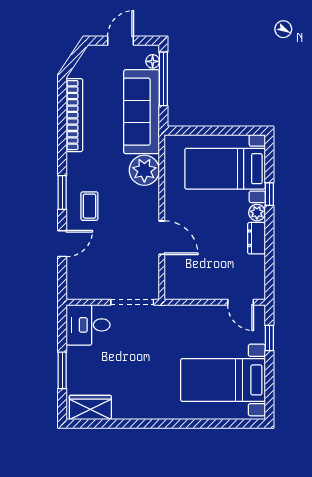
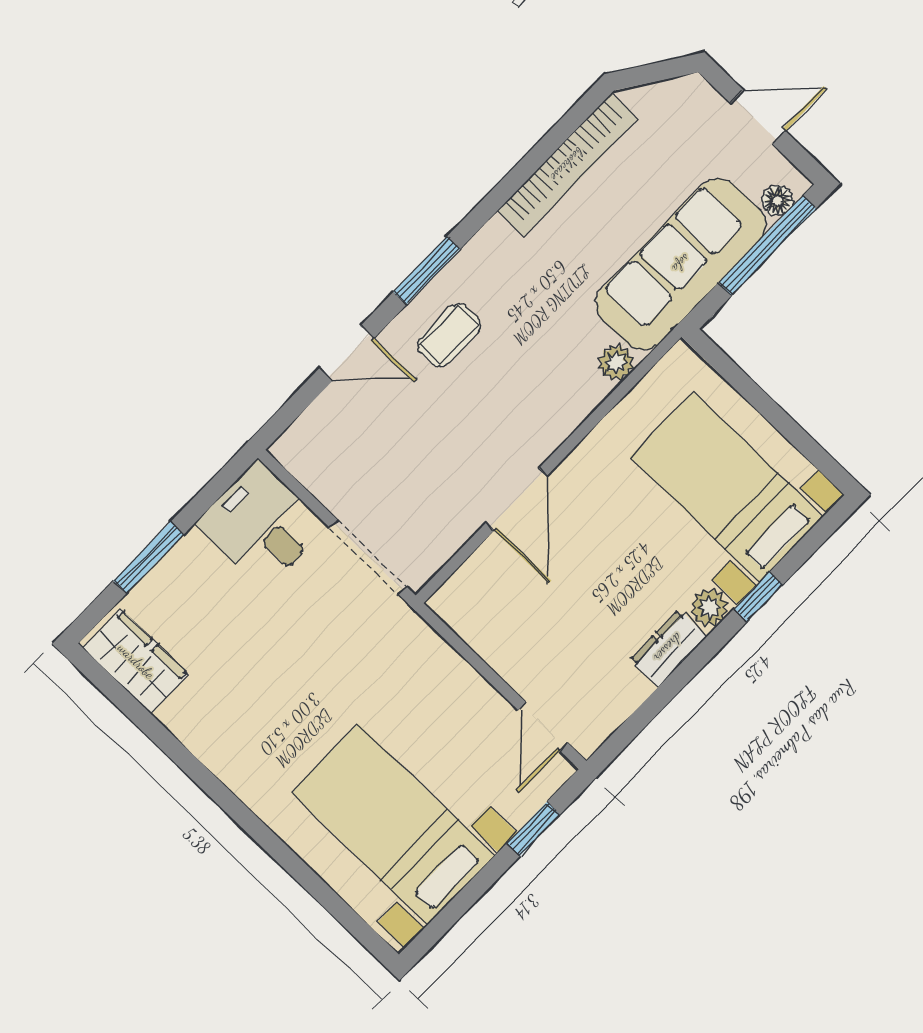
plant: (144, 170) -> (616, 363), width x0.53, depth x0.53

